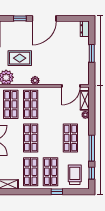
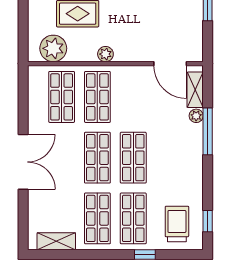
door: (71, 86) -> (170, 64), hinge flipped
shop shelf: (70, 138) -> (133, 158), moved
window: (92, 148) -> (208, 131), moved

